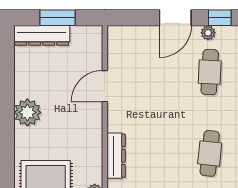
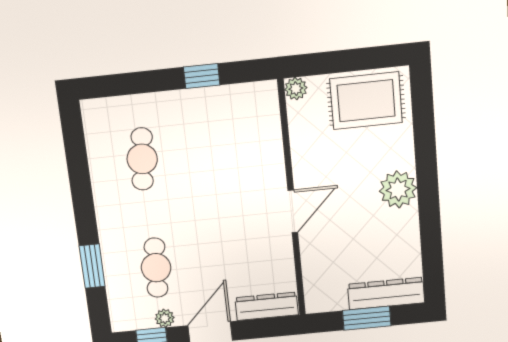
door: (105, 86) -> (293, 211), moved
dresser: (116, 156) -> (267, 306), moved, turned 90

